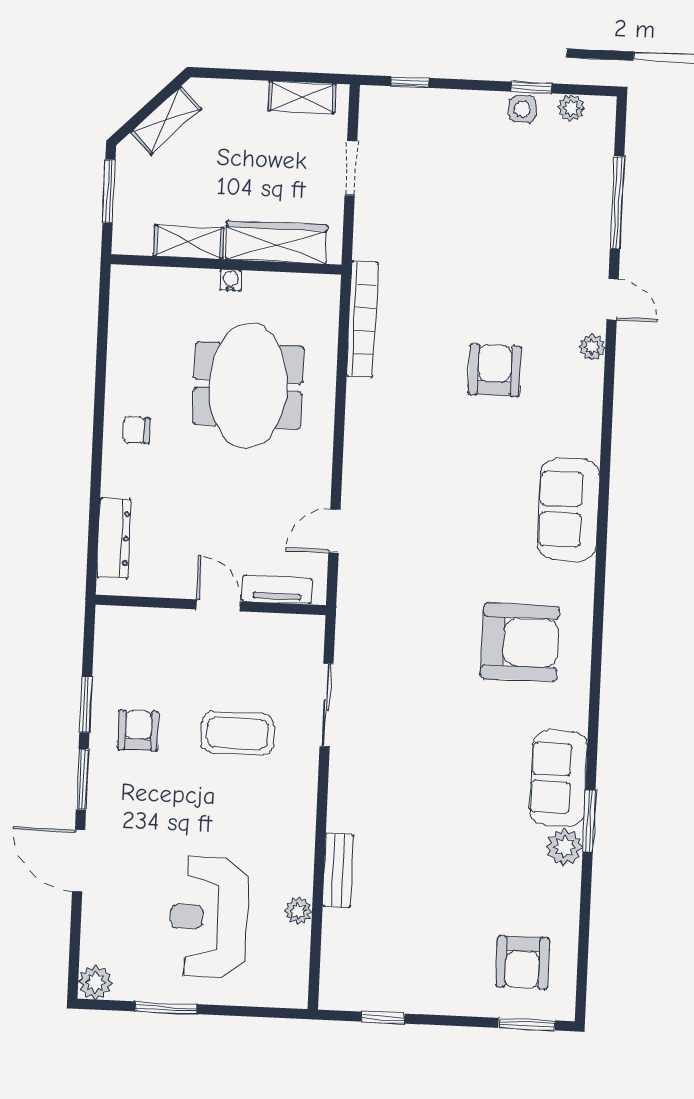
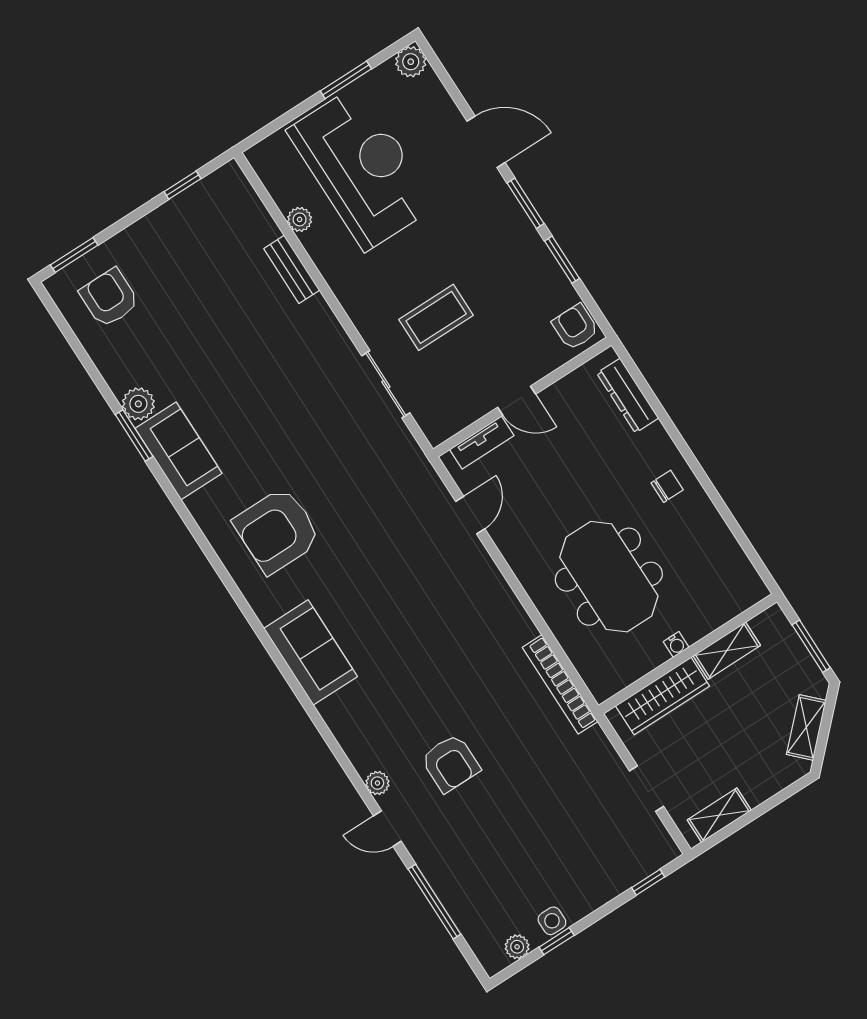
armchair: (495, 370) -> (450, 763), moved
armchair: (138, 730) -> (575, 327), moved, turned 180
reception desk: (209, 917) -> (362, 168), width x1.36, depth x1.30

